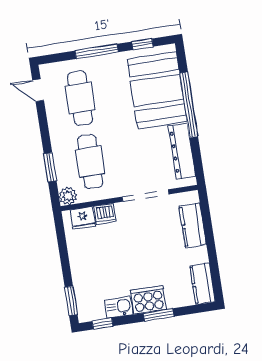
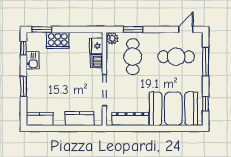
window: (97, 51) -> (206, 62), moved
window: (189, 105) -> (160, 128), removed
cafe table: (90, 162) -> (133, 57), turned 90
cooker: (148, 300) -> (58, 40), moved, turned 90

